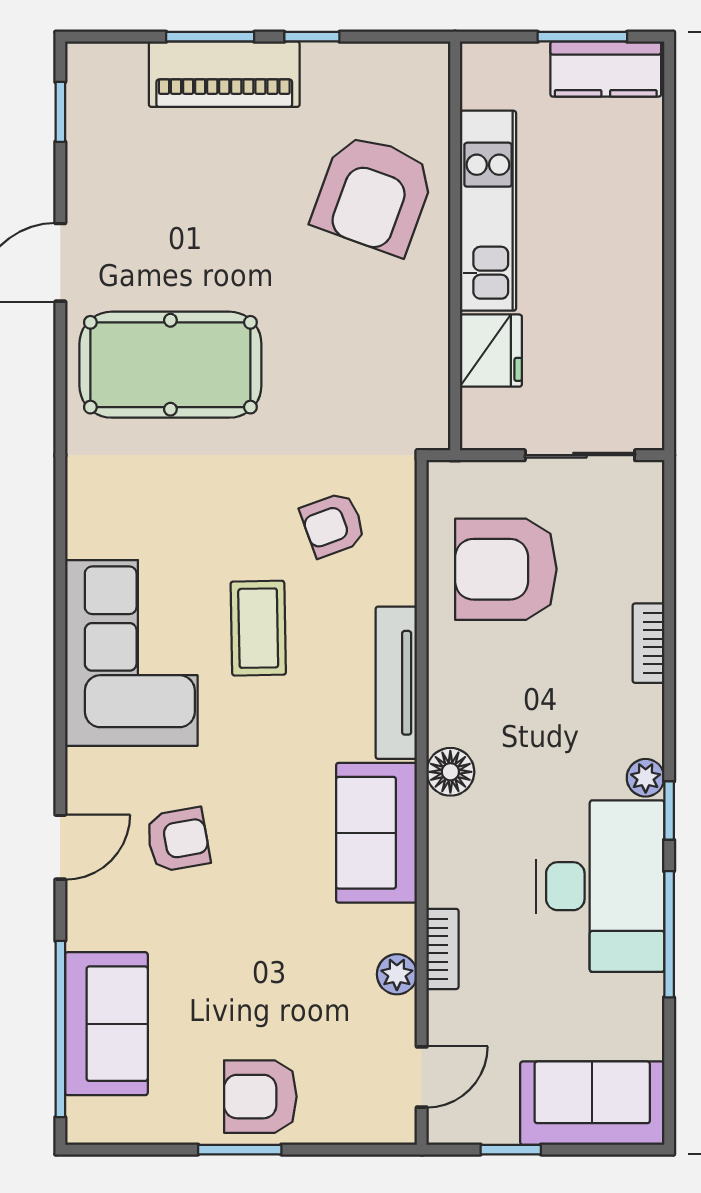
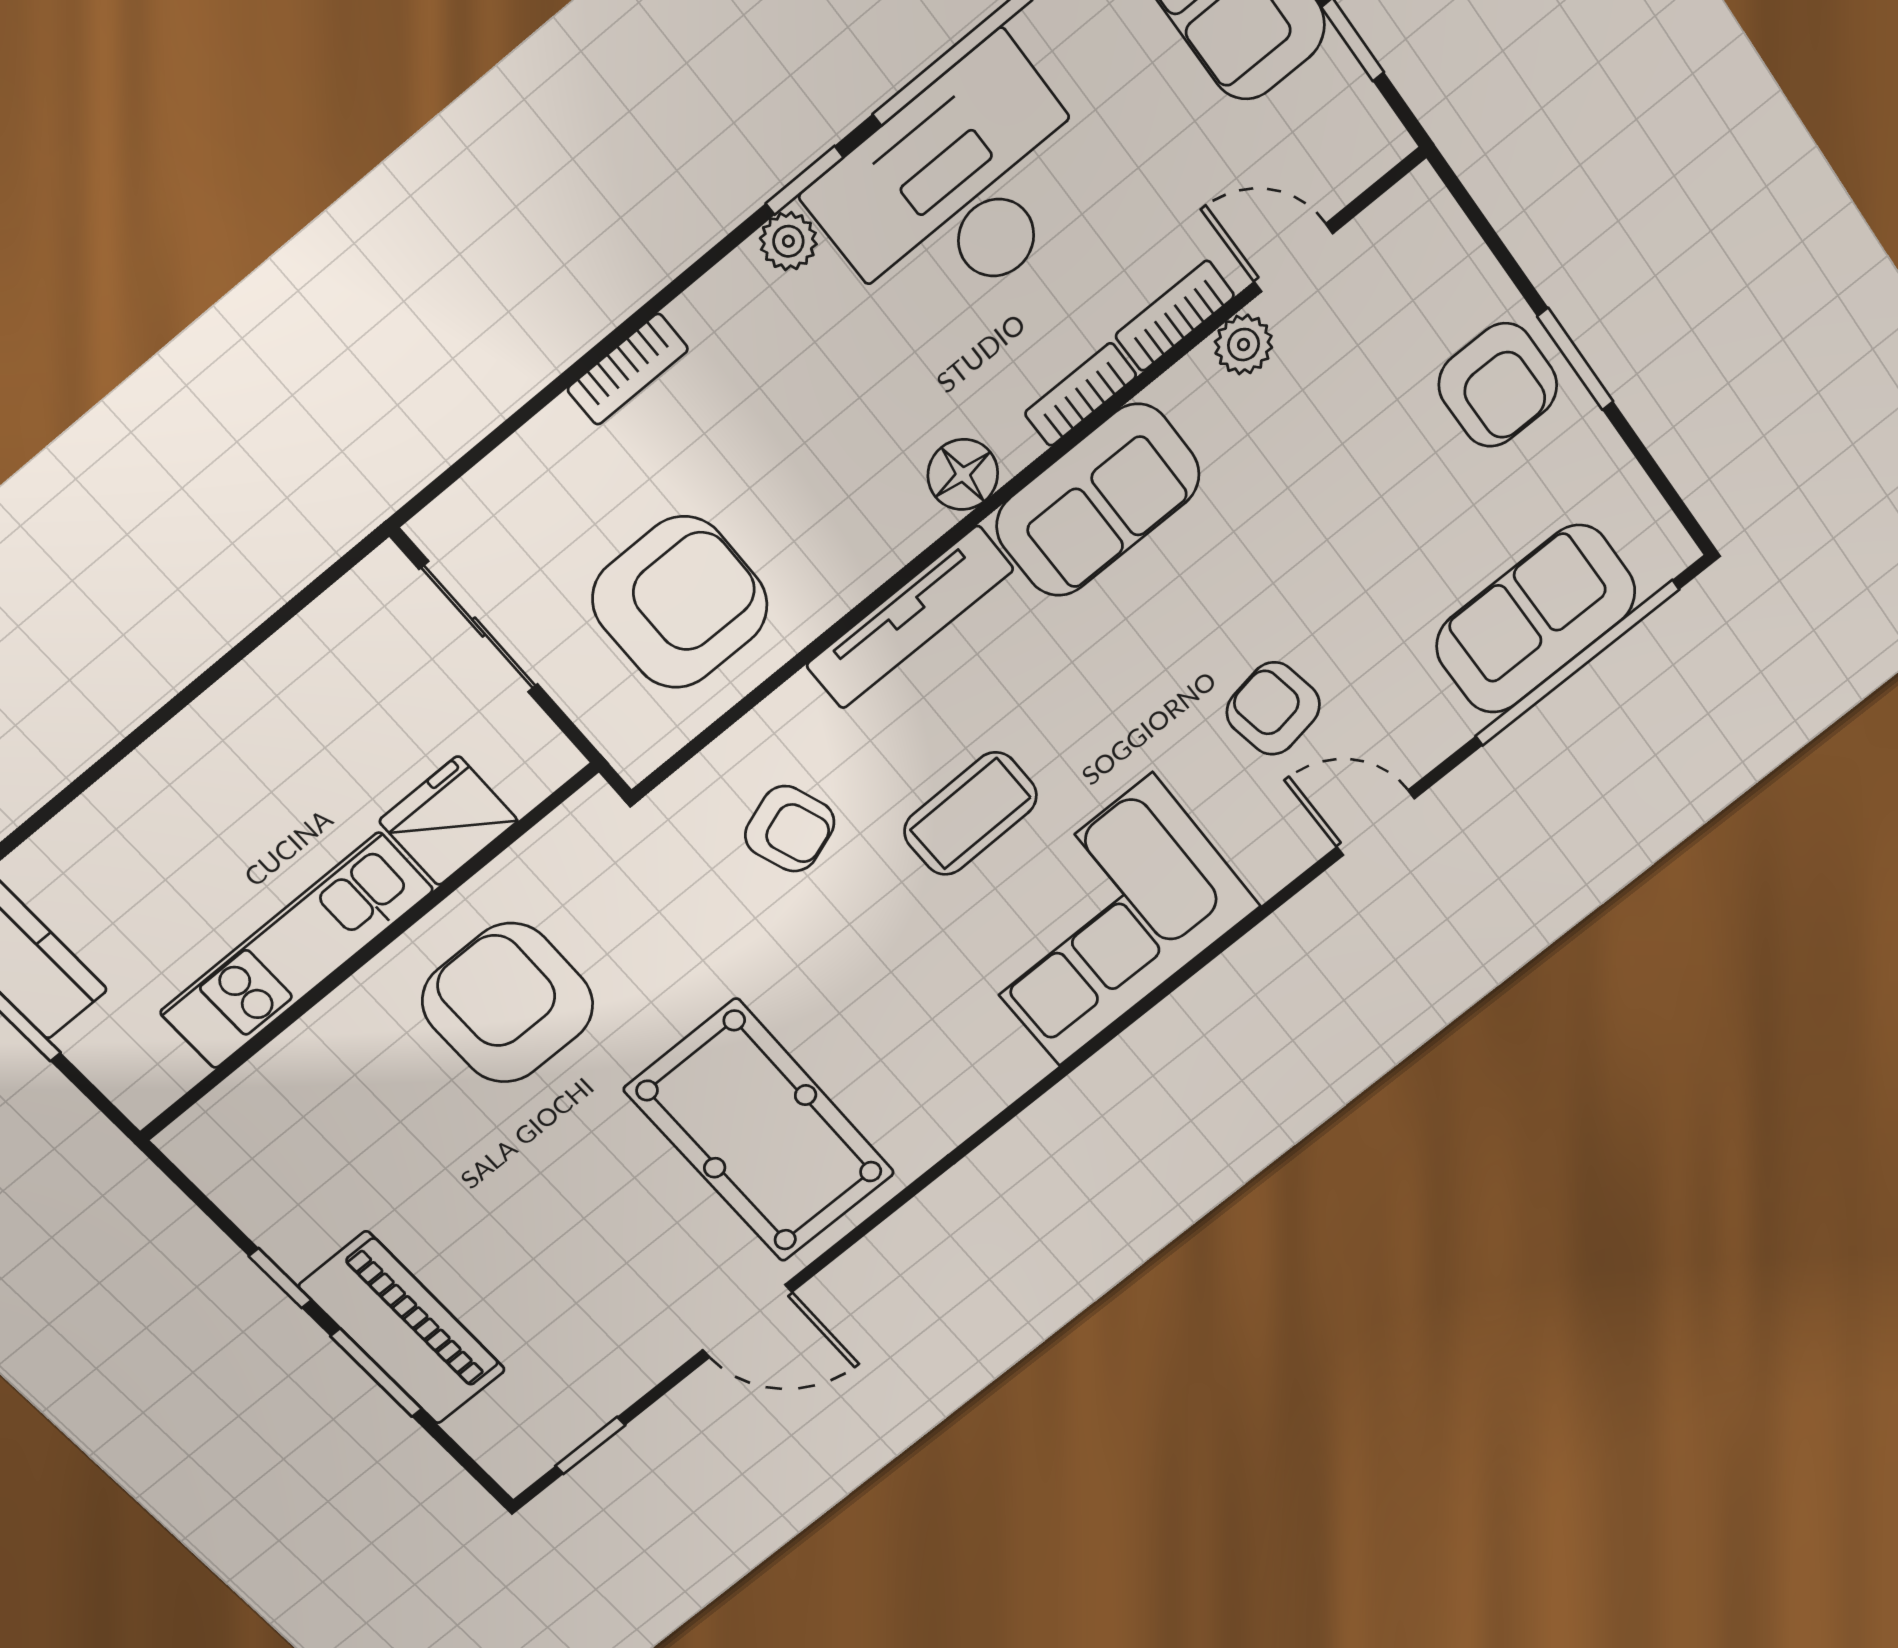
armchair: (373, 194) -> (508, 1003), moved, turned -110
armchair: (506, 569) -> (680, 602), turned -90
bookcase: (442, 867) -> (1081, 394), added
door: (422, 1077) -> (1293, 258), moved

